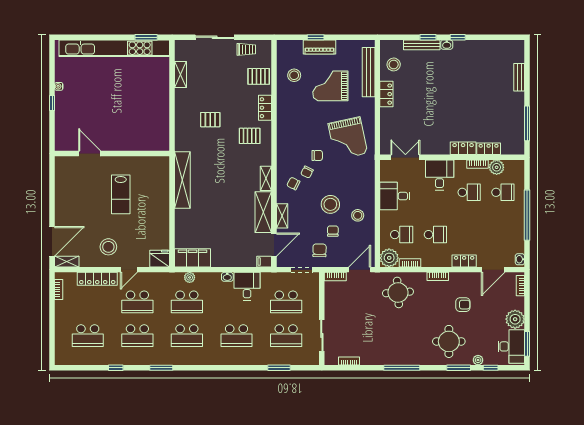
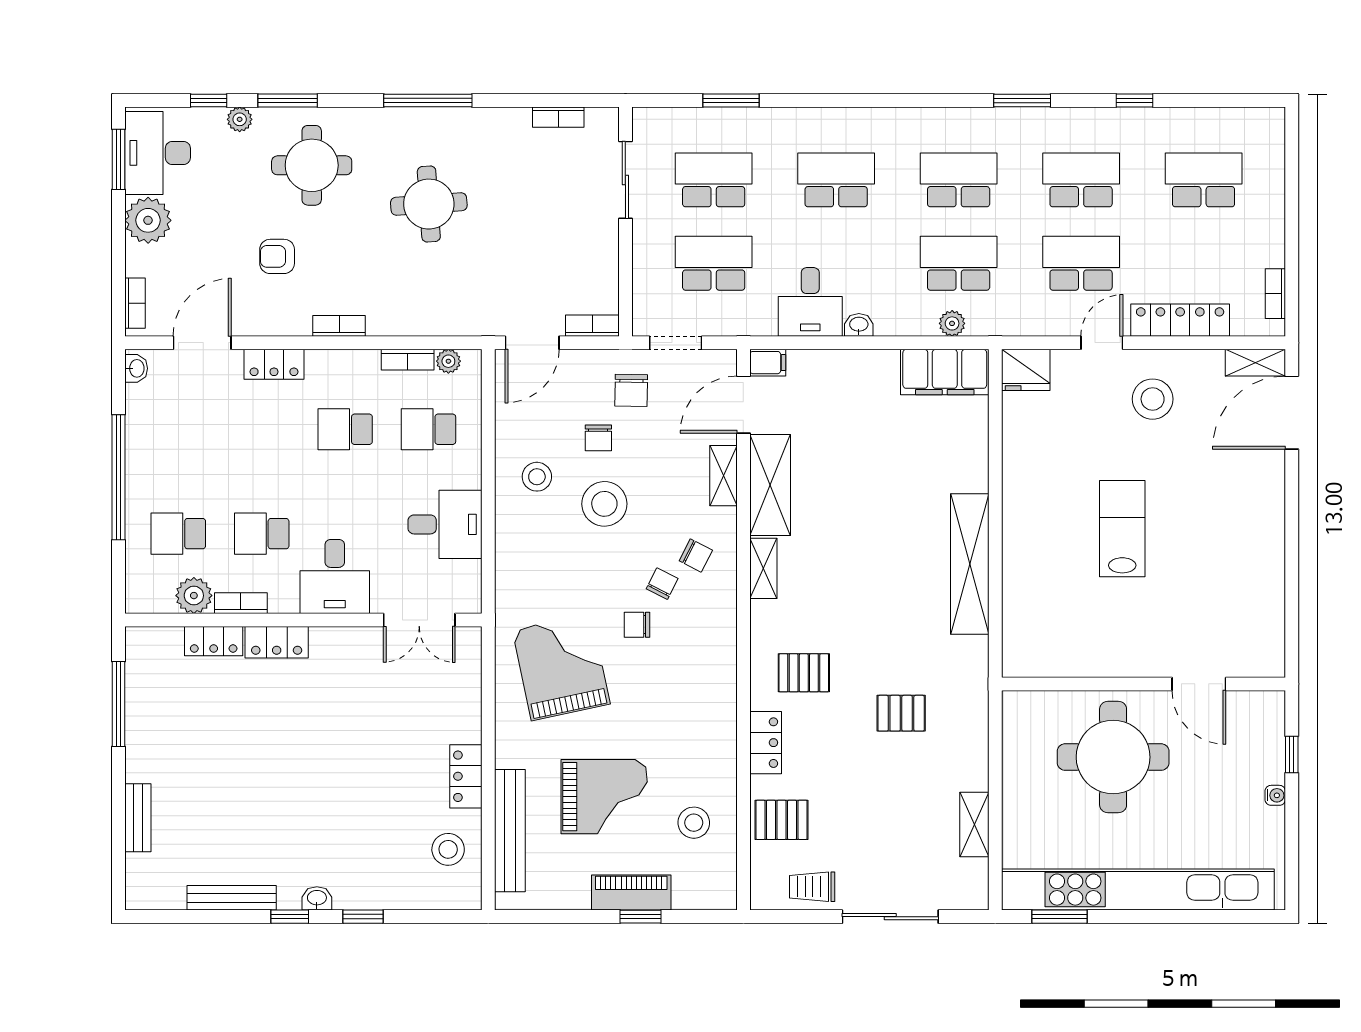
bench: (422, 45) -> (232, 898), moved
round table: (124, 102) -> (1113, 757), added
door: (90, 153) -> (1199, 684), moved
wall: (112, 153) -> (1144, 684), moved
plant: (389, 258) -> (448, 361), width x0.53, depth x0.53
round table: (398, 292) -> (429, 204), moved

